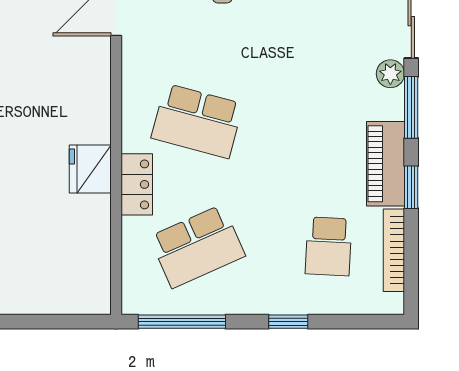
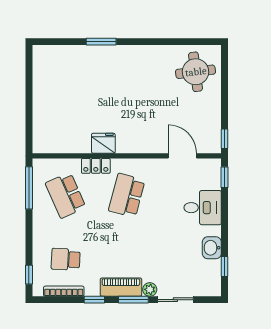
piano: (386, 164) -> (121, 287), moved
window: (288, 322) -> (29, 275), moved

